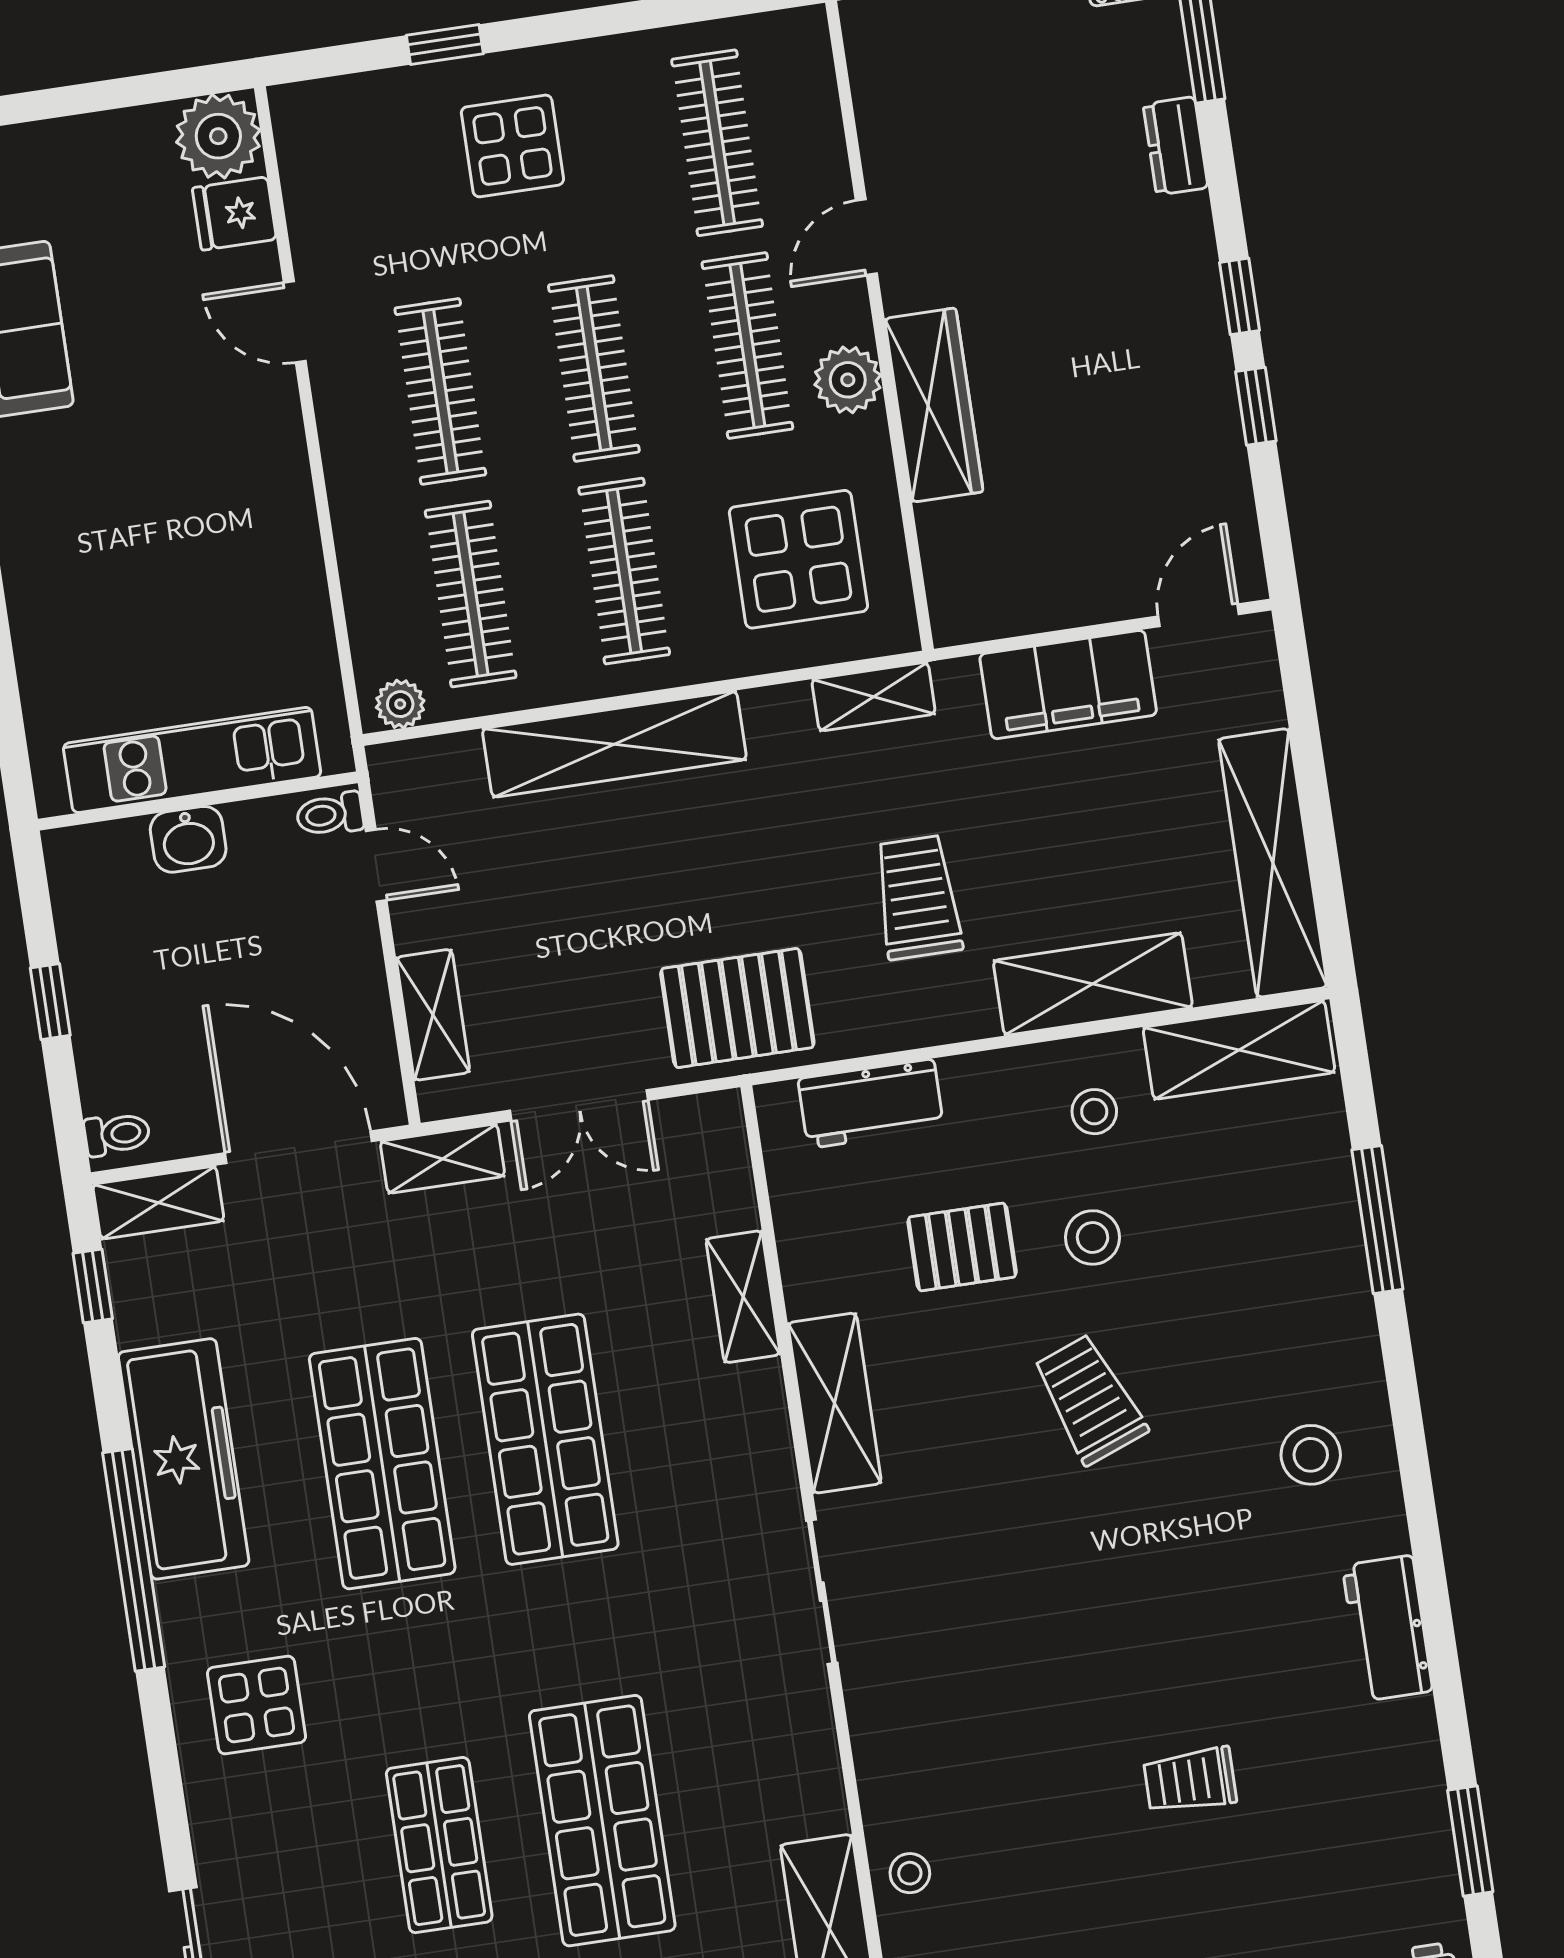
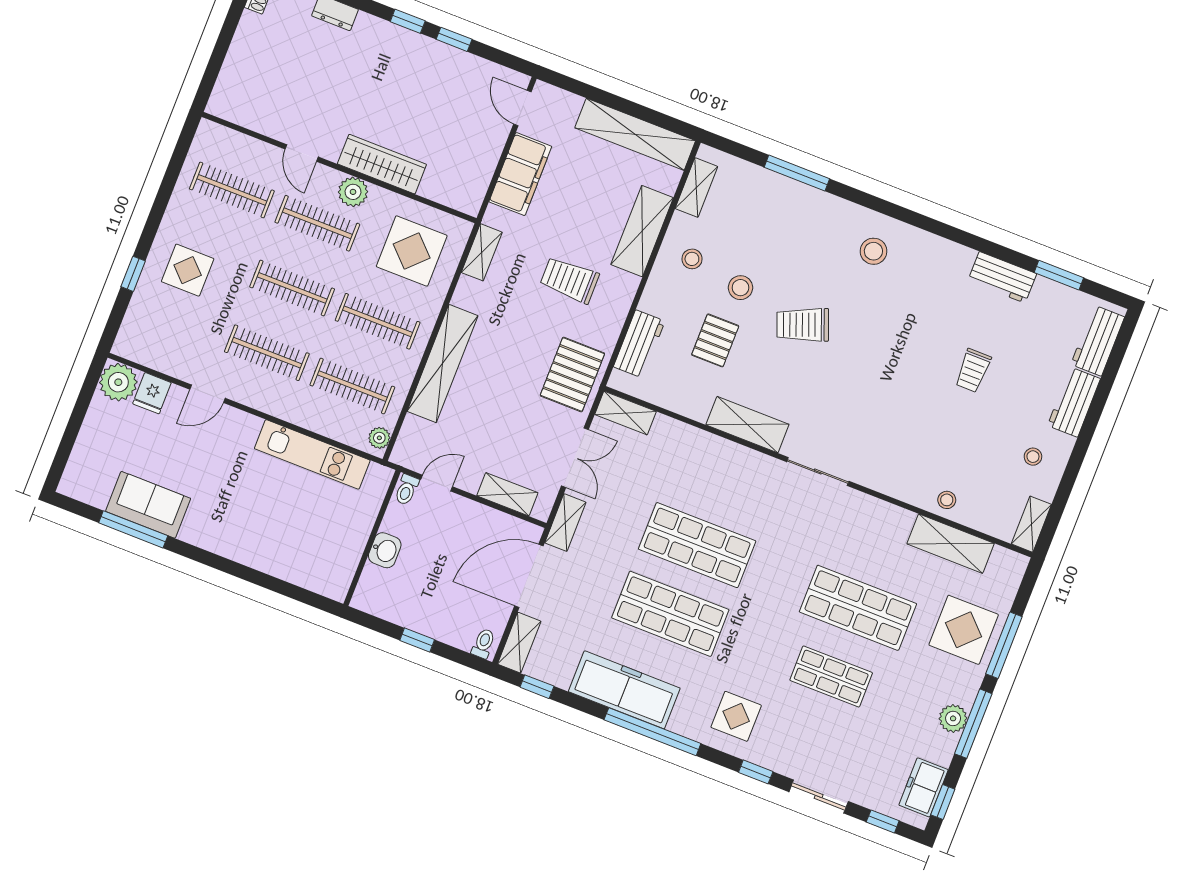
kitchen unit: (192, 760) -> (312, 454), moved, turned -90
shelving: (1239, 1050) -> (696, 187), width x0.67, depth x0.75
shelving: (743, 1297) -> (626, 413), moved
workbench: (1387, 1628) -> (1002, 277), moved
window: (170, 1805) -> (756, 772), added

